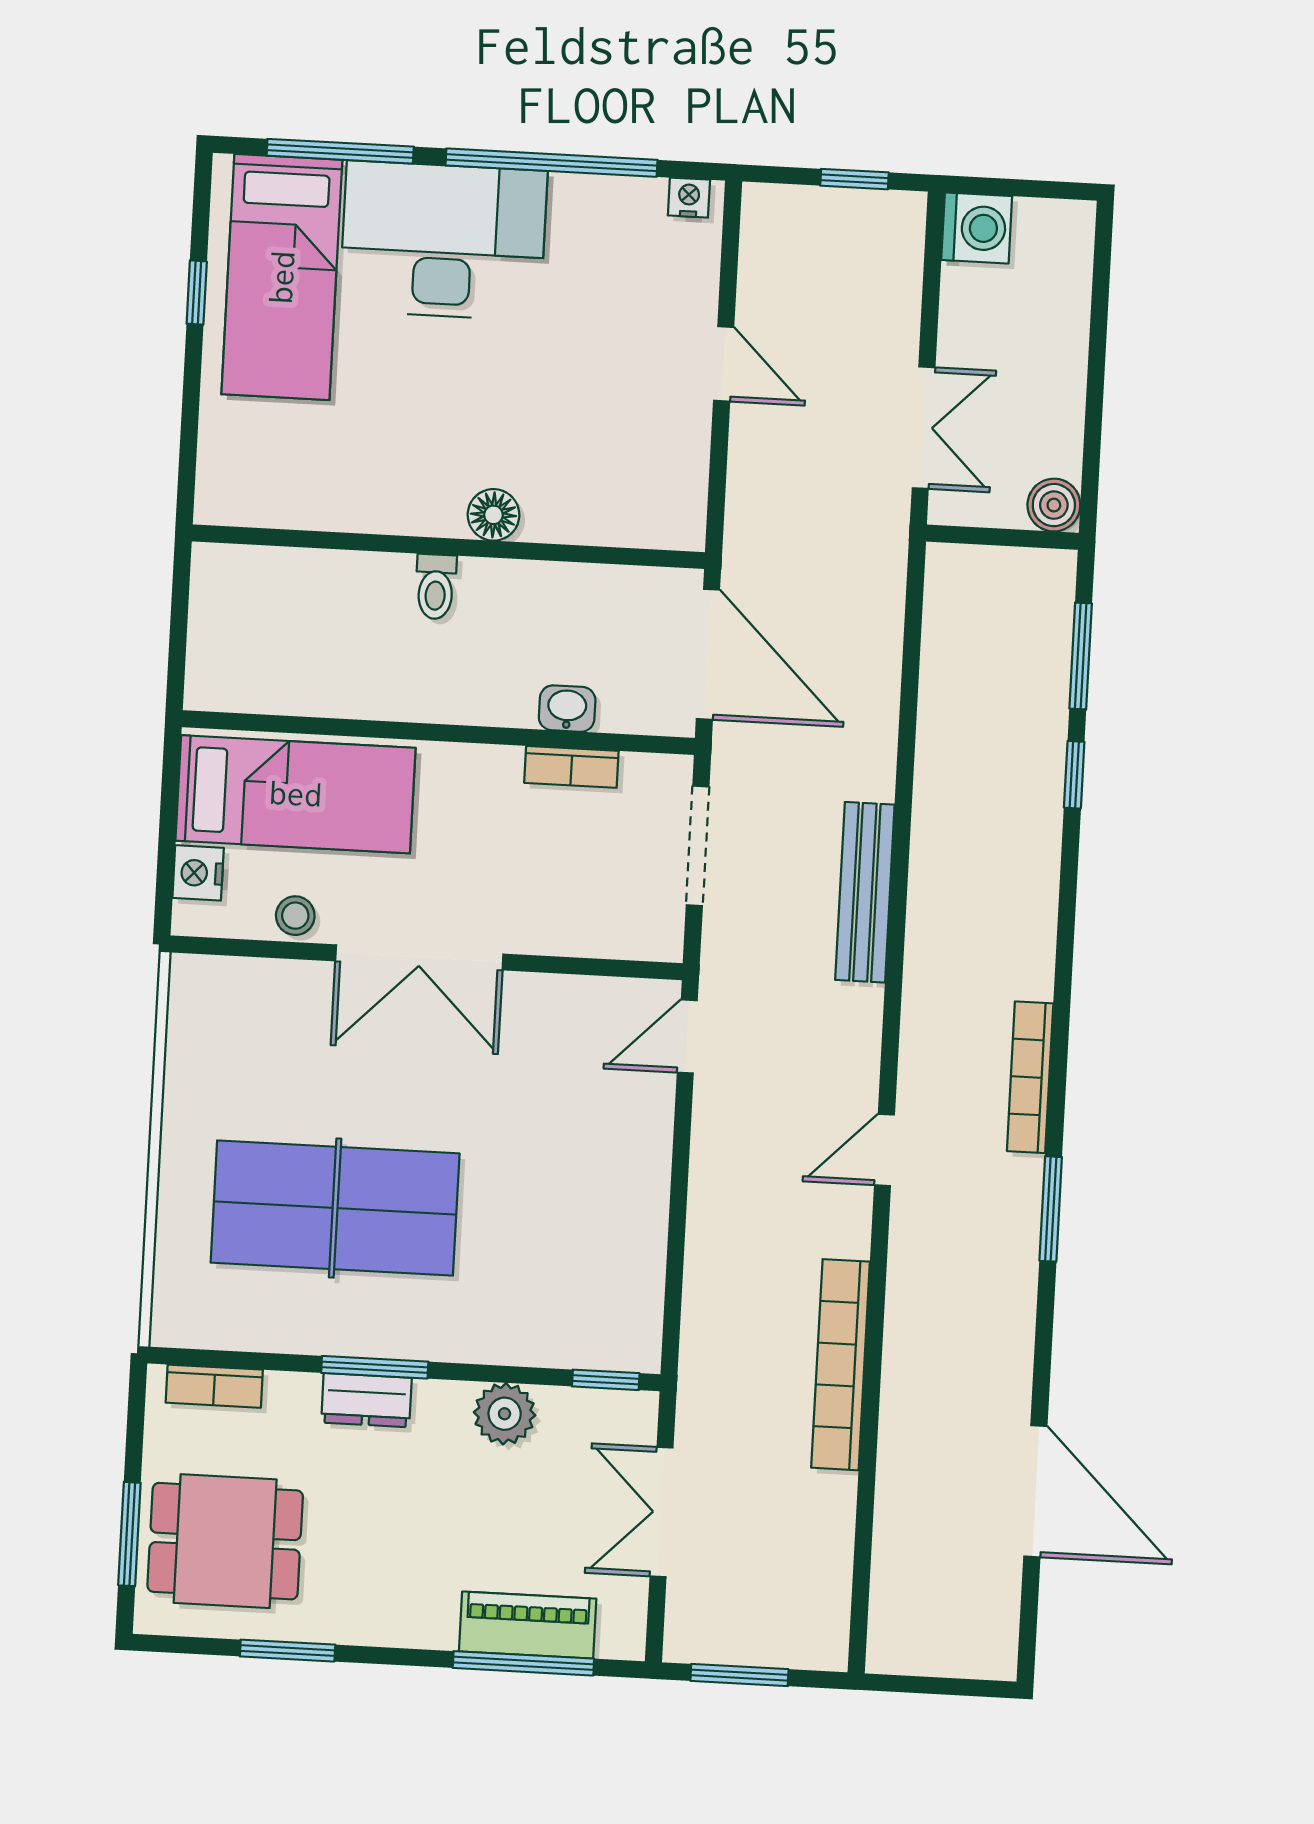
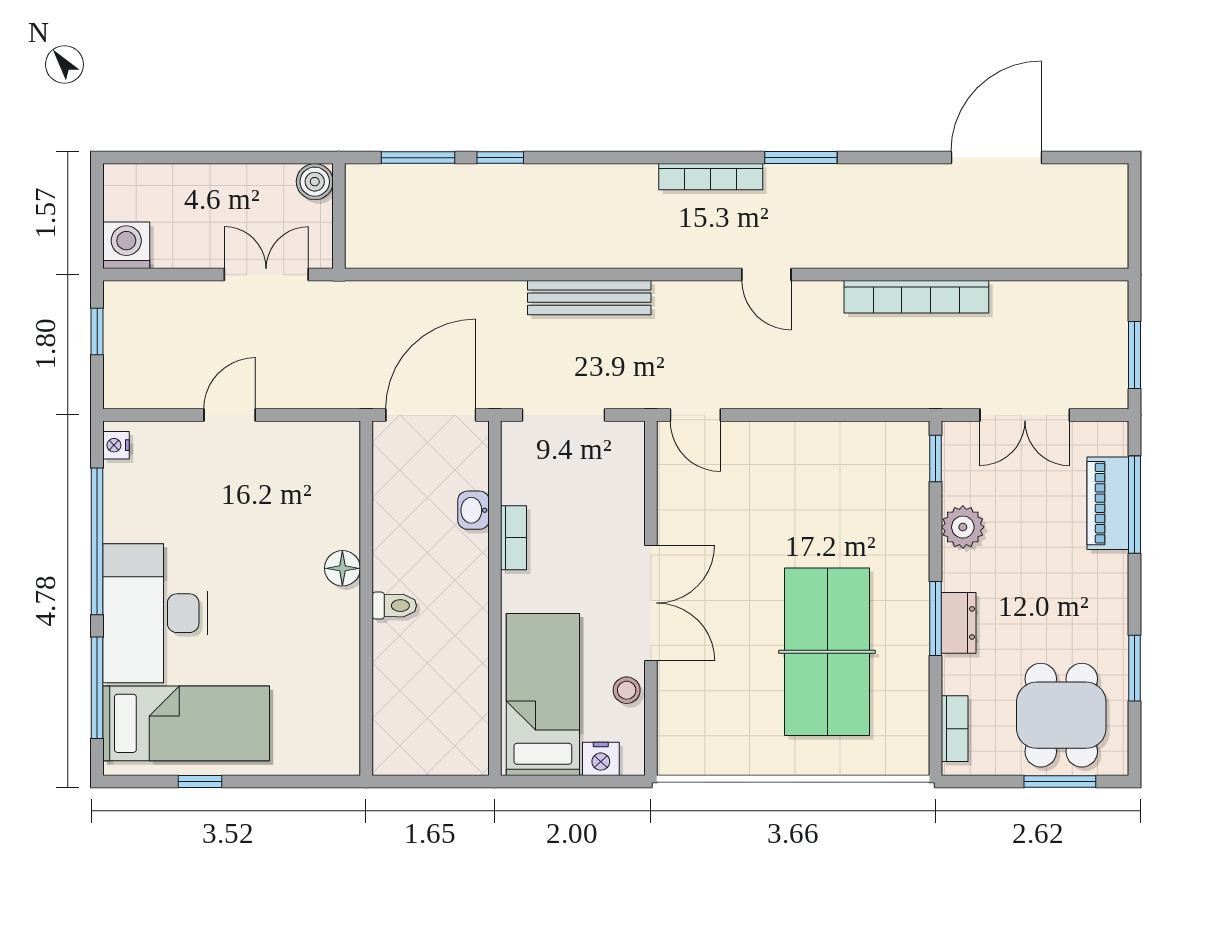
bookcase: (571, 767) -> (514, 538), moved

